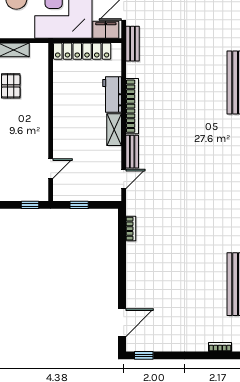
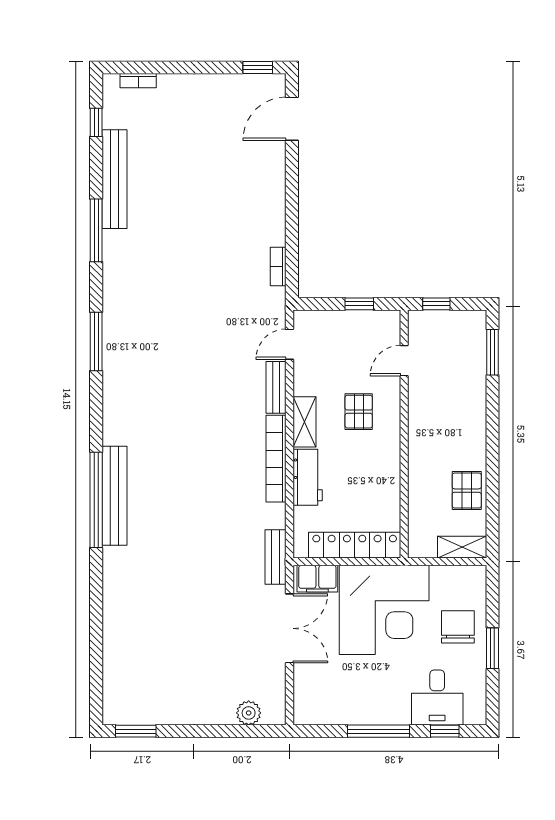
pallet: (80, 136) -> (359, 412), added

